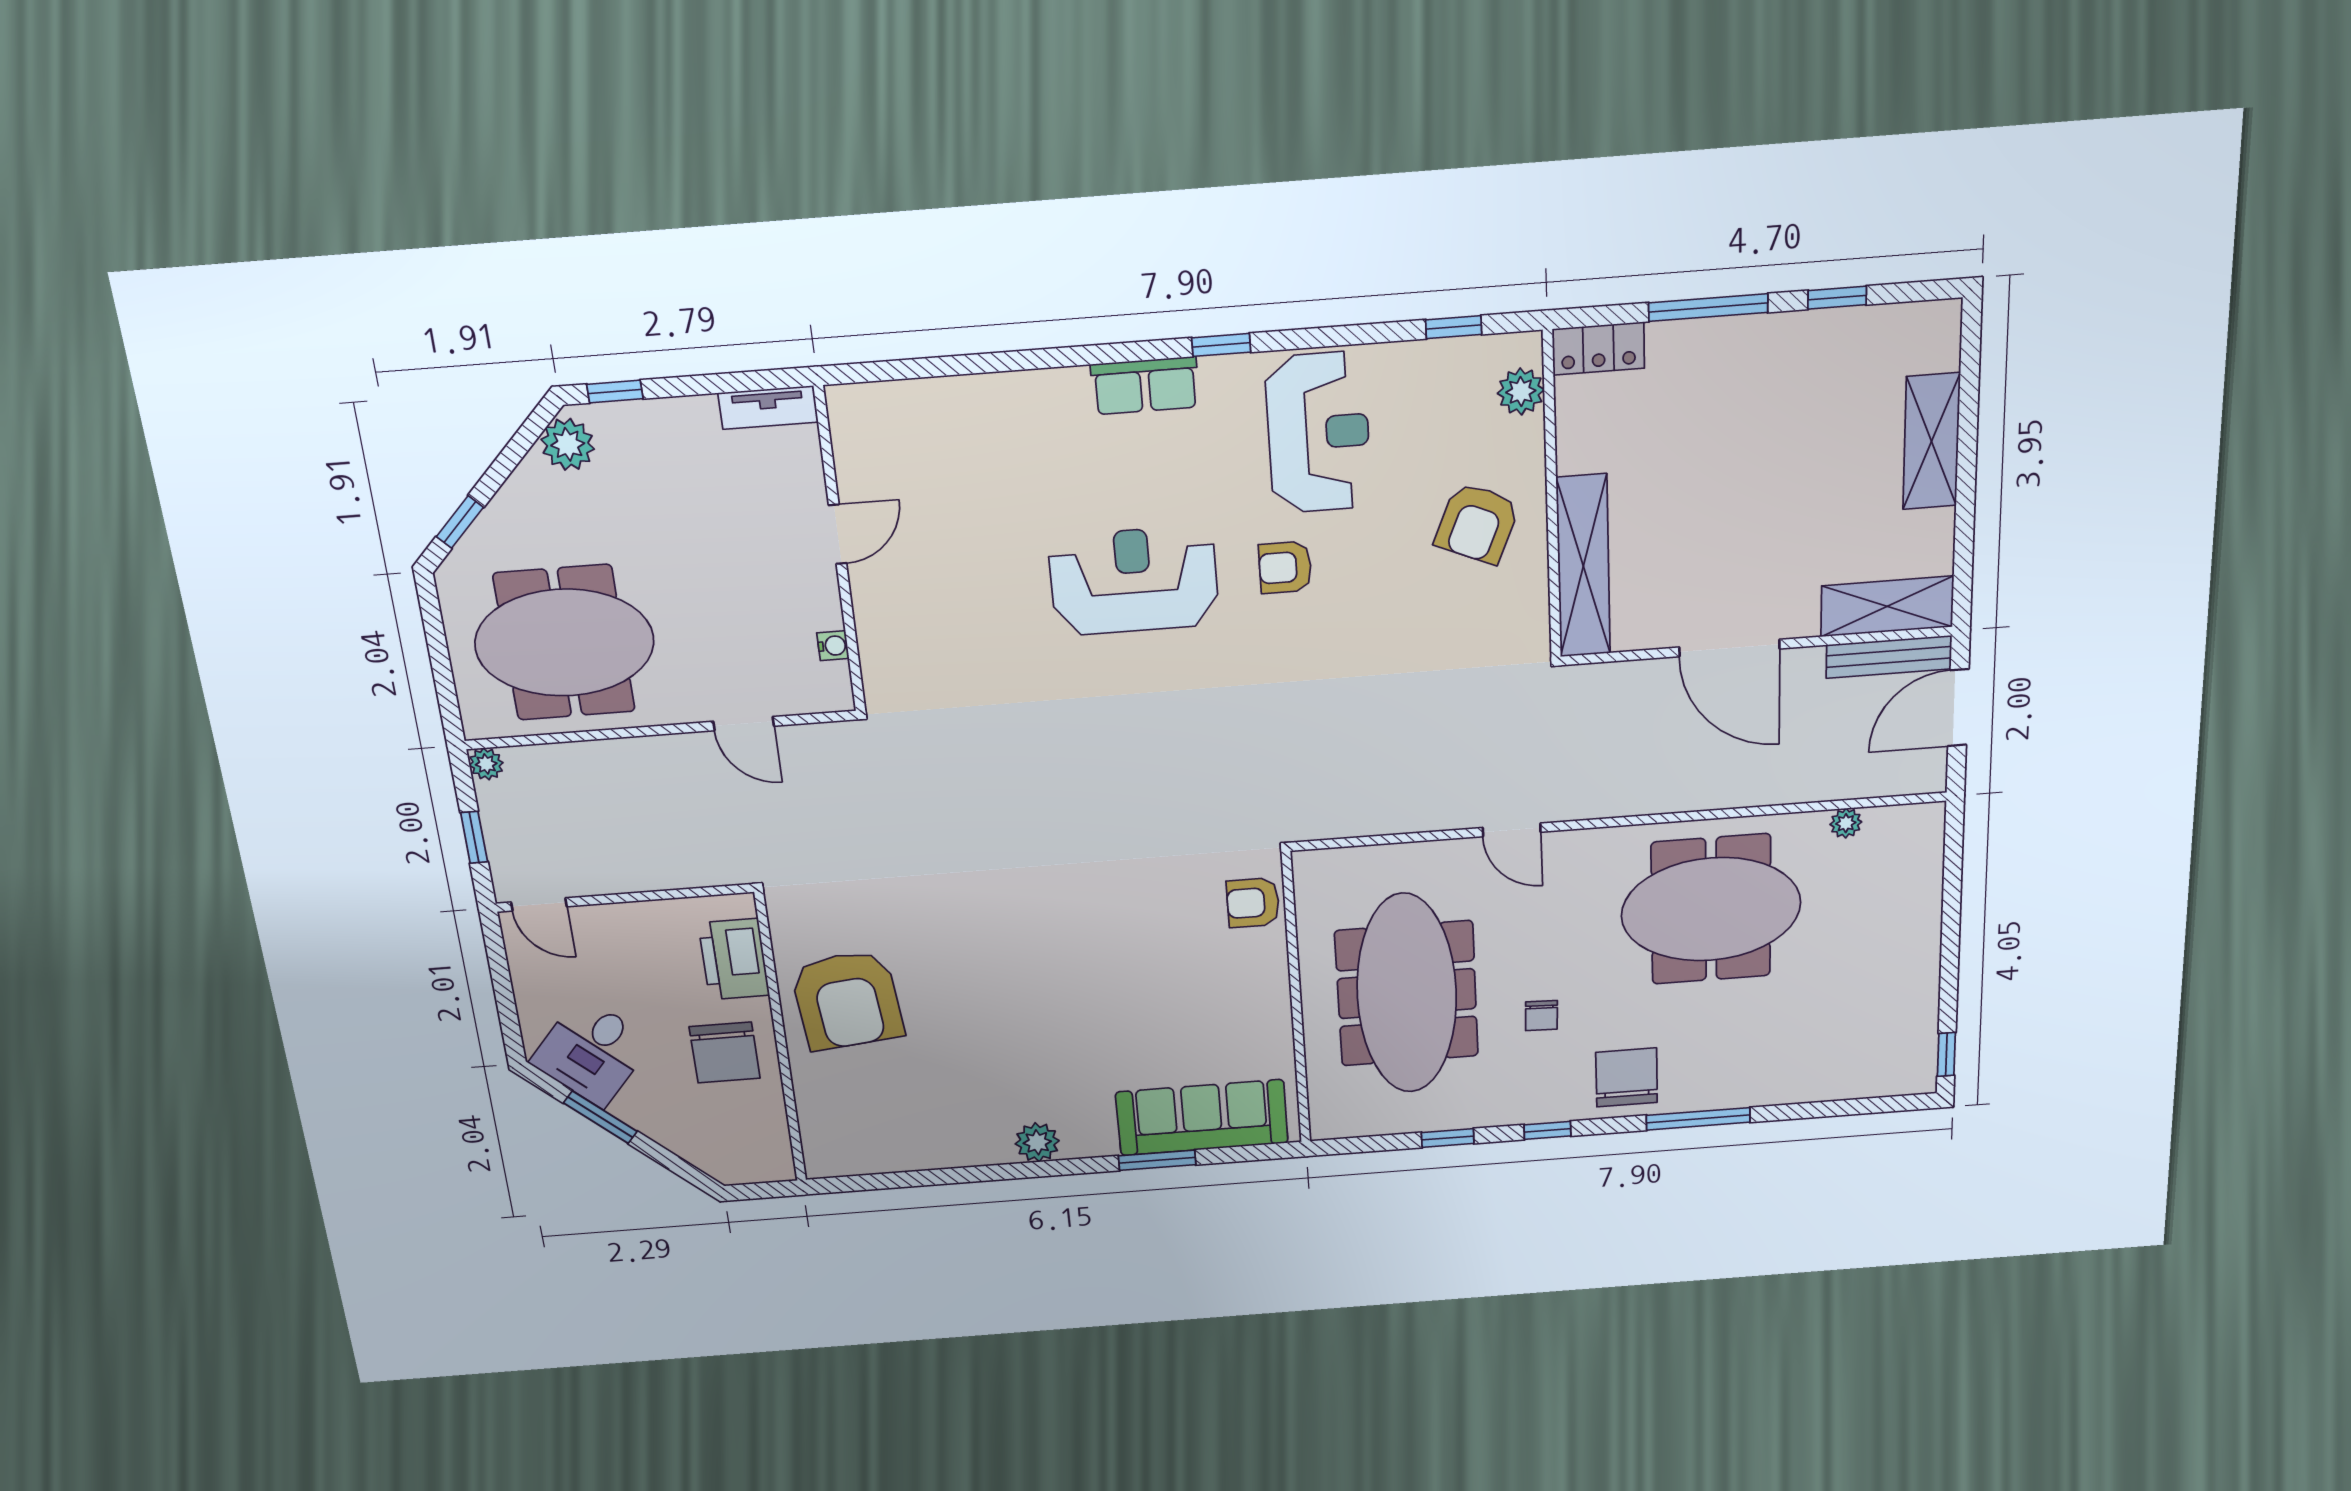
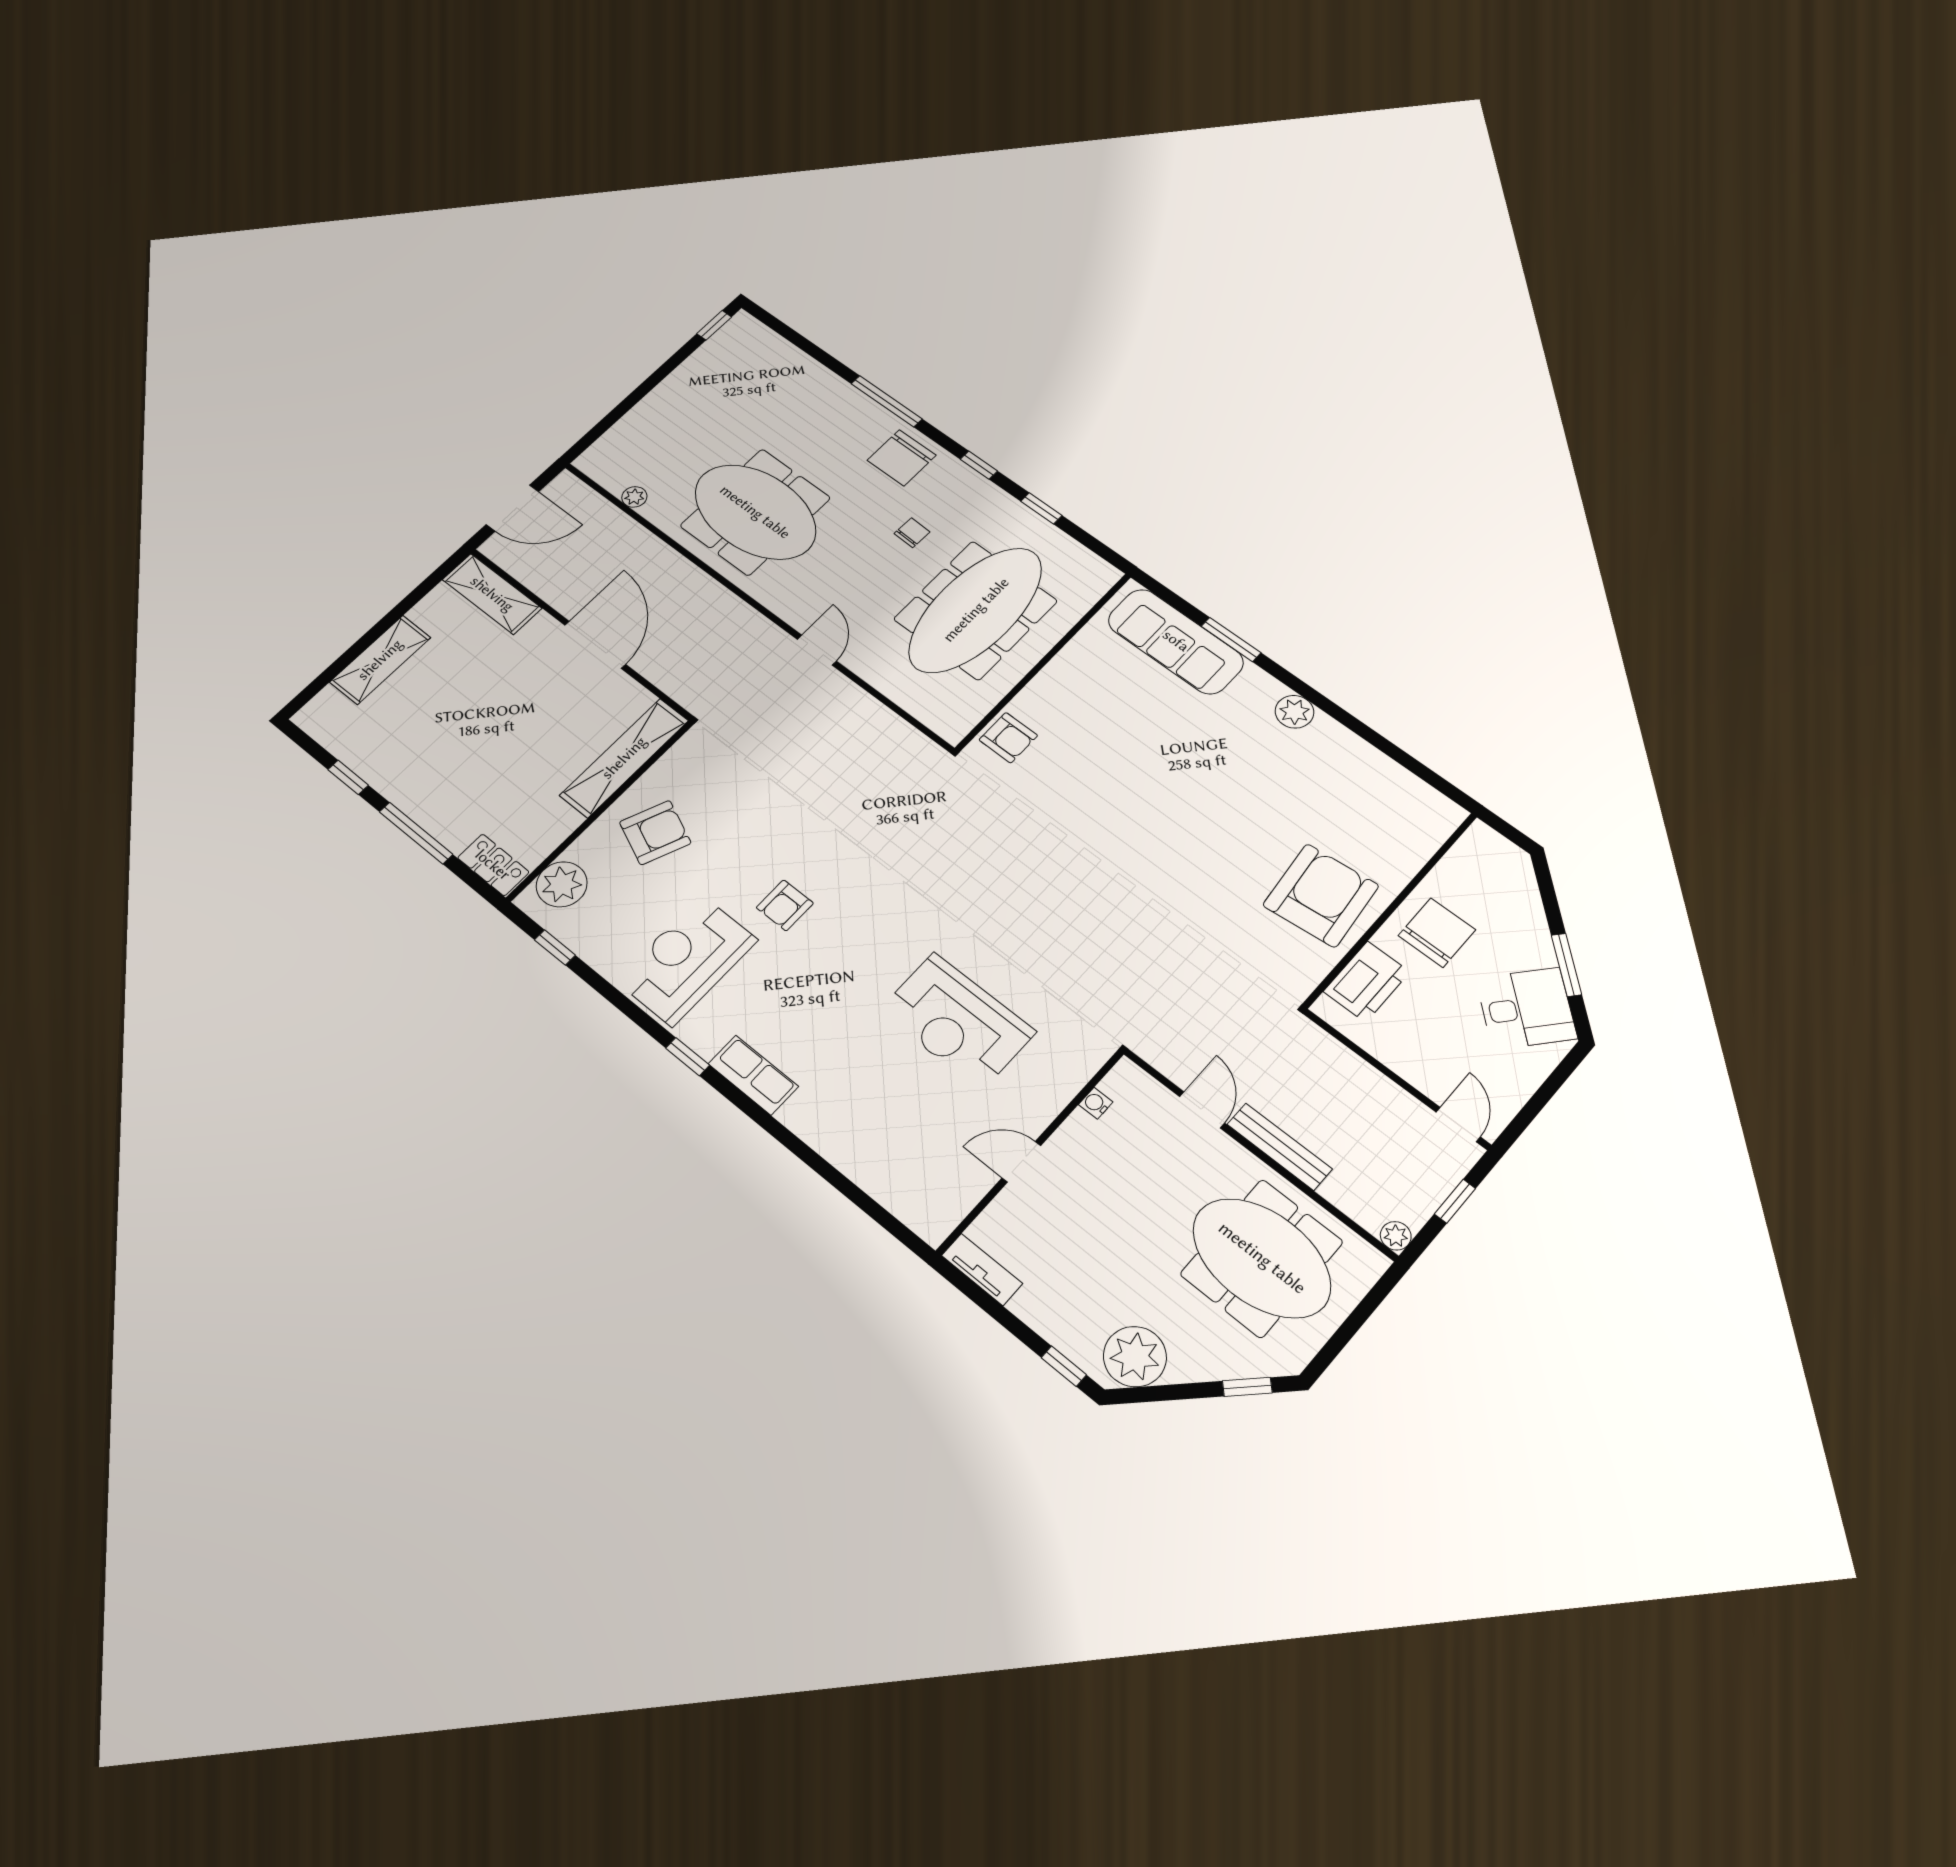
plant: (1521, 392) -> (562, 884), width x1.36, depth x1.36
plant: (568, 444) -> (1135, 1357), width x1.36, depth x1.36
armchair: (1285, 567) -> (785, 905), turned 90
reception desk: (1134, 581) -> (957, 1021), moved
bench: (1889, 657) -> (1279, 1147), moved

